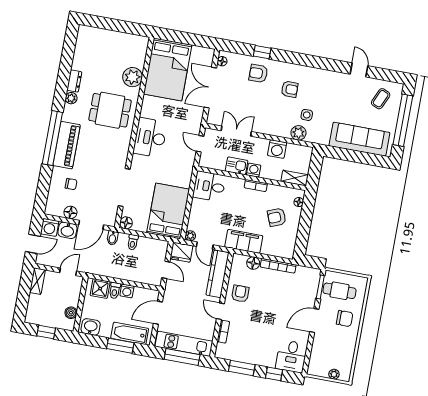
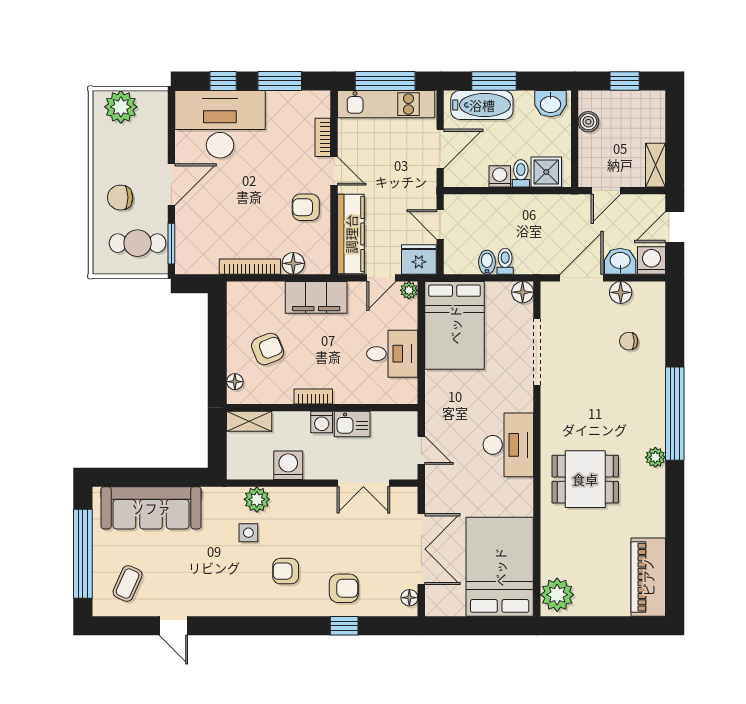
plant: (133, 77) -> (557, 595), moved
dresser: (74, 81) -> (655, 518), removed
plant: (71, 98) -> (655, 457), moved
piano: (67, 145) -> (648, 577), moved
desk: (209, 186) -> (392, 354), moved
bidet: (112, 238) -> (487, 262), moved
door: (205, 246) -> (381, 278), swing flipped
armchair: (240, 294) -> (306, 207), turned 90
desk: (291, 356) -> (220, 124), width x1.87, depth x1.30
plant: (334, 374) -> (121, 107), width x1.88, depth x1.88

